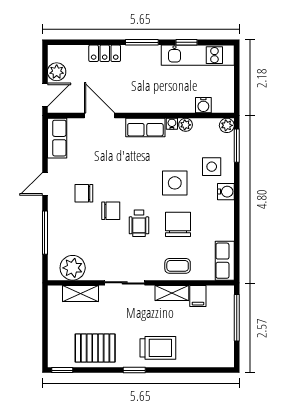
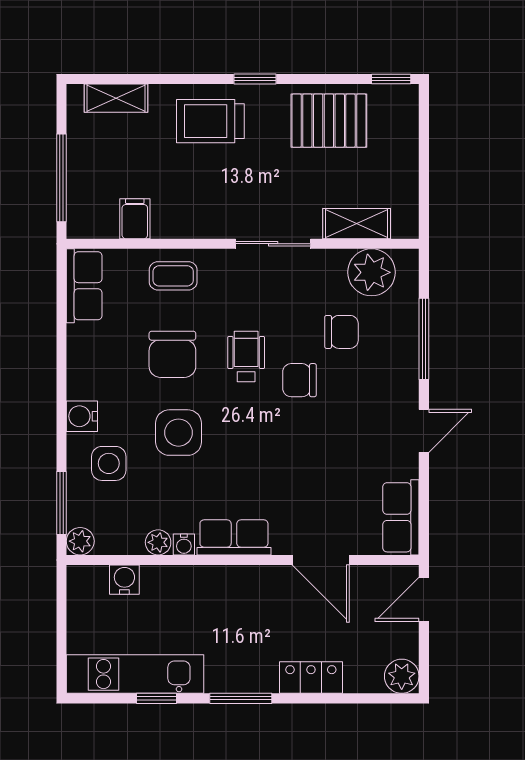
plant: (57, 72) -> (402, 676), moved
chair: (84, 193) -> (341, 332), moved
shelving: (172, 293) -> (116, 98), moved

